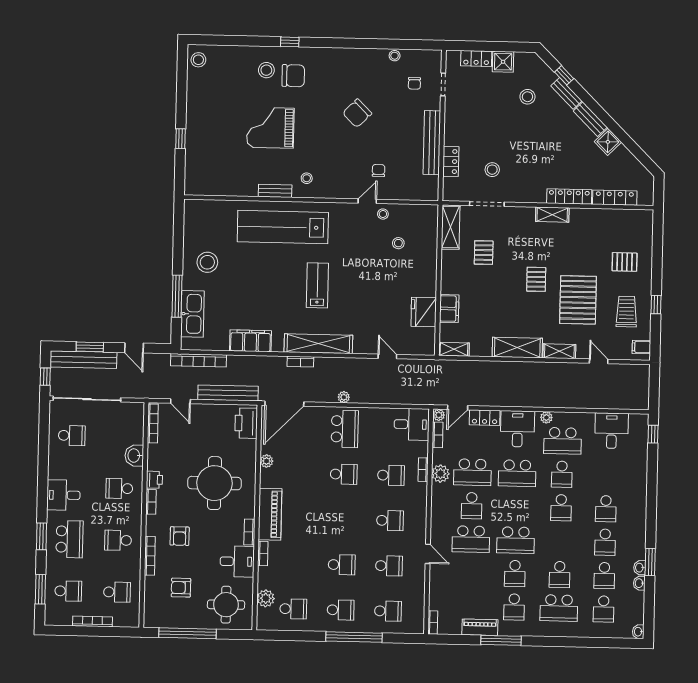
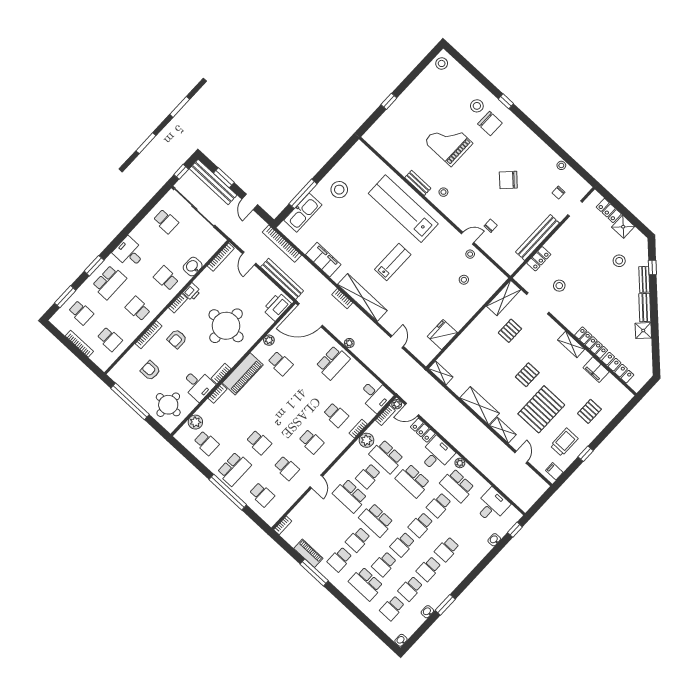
pallet: (625, 262) -> (589, 411), turned 90
filing cabinet: (449, 309) -> (596, 370), moved, turned 90
school desk: (344, 474) -> (280, 363), moved
school desk: (560, 541) -> (402, 545), added
washbasin: (640, 568) -> (494, 540), moved
school desk: (341, 610) -> (234, 469), width x1.85

